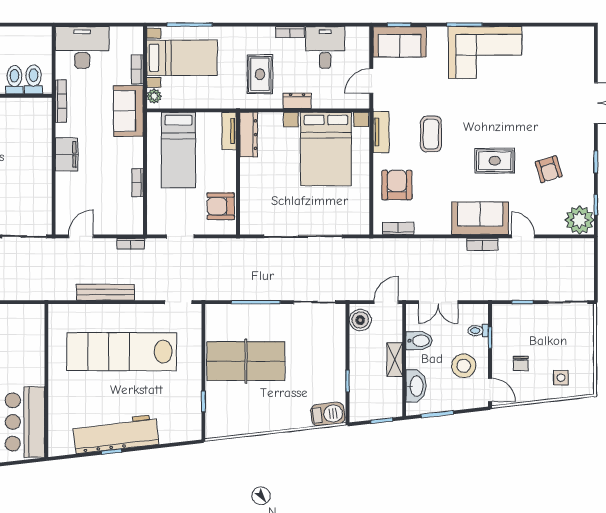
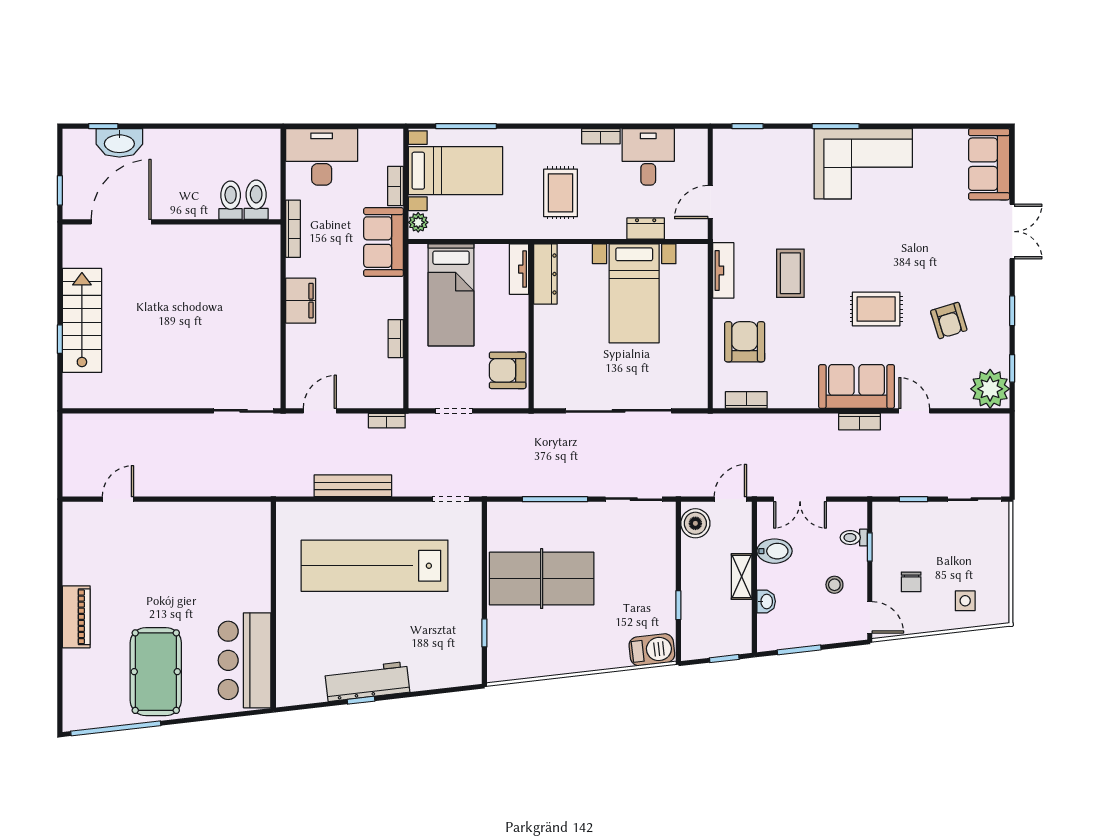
sofa: (400, 42) -> (989, 164), moved, turned 90
dresser: (297, 101) -> (646, 228), moved
bed with nightstands: (326, 149) -> (634, 293), width x0.73
stool: (464, 366) -> (834, 585), width x0.53, depth x0.53
washbasin: (416, 386) -> (766, 601), width x0.52, depth x0.69
workbench: (116, 434) -> (367, 681), width x0.73, depth x0.76

